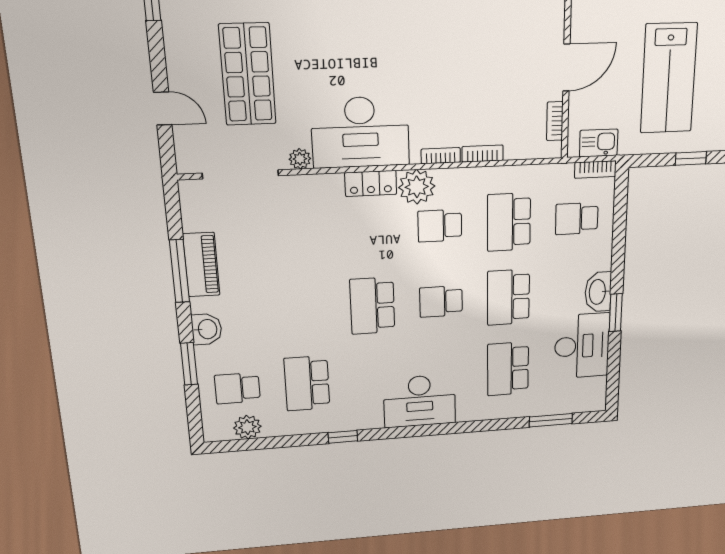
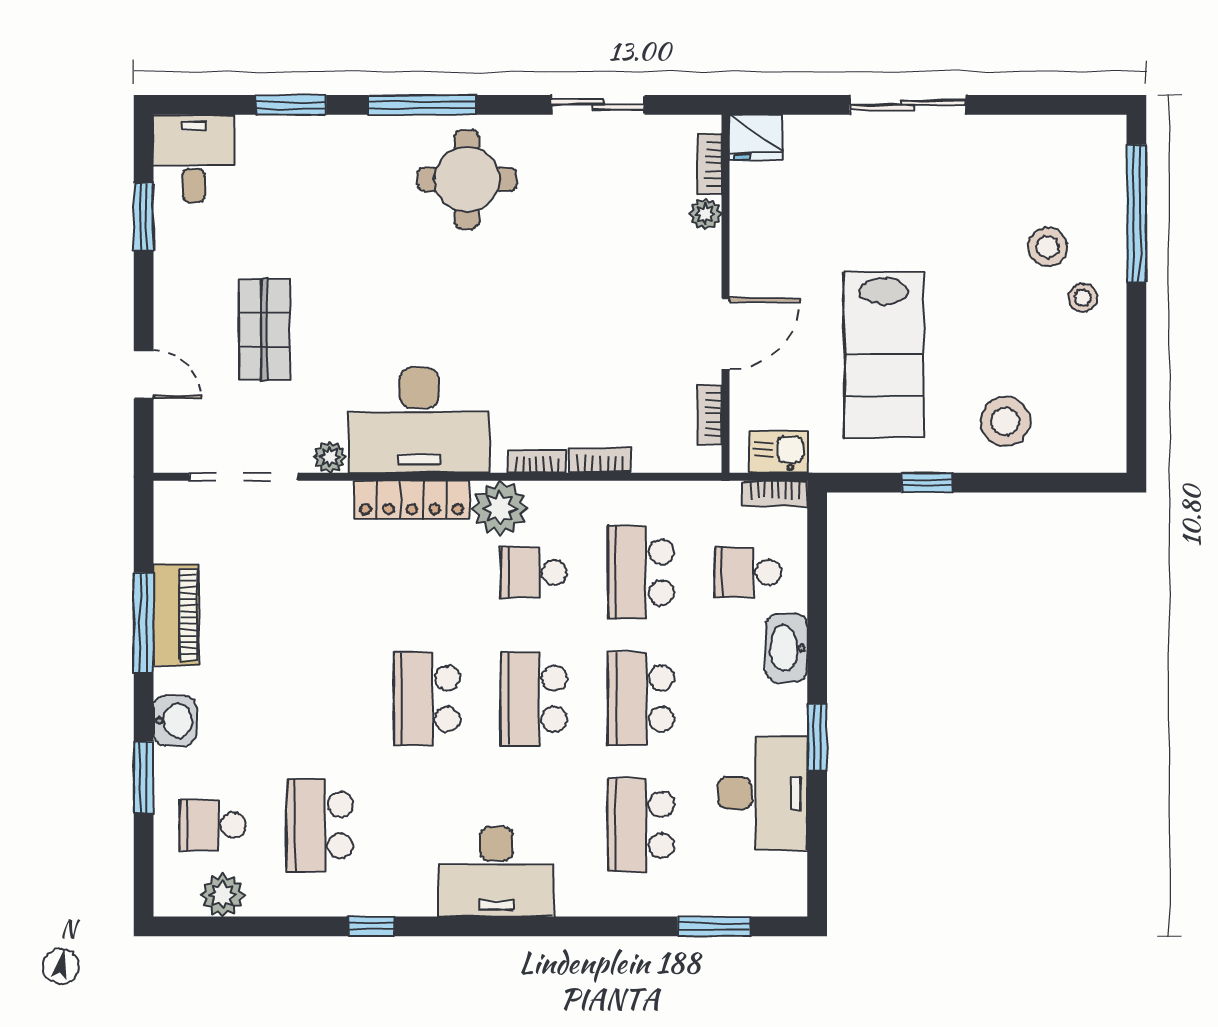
shop shelf: (248, 74) -> (264, 330), width x0.70, depth x0.74
locker: (371, 183) -> (412, 500), width x1.53
washbasin: (598, 292) -> (786, 648), moved
school desk: (441, 301) -> (534, 699), width x1.85

